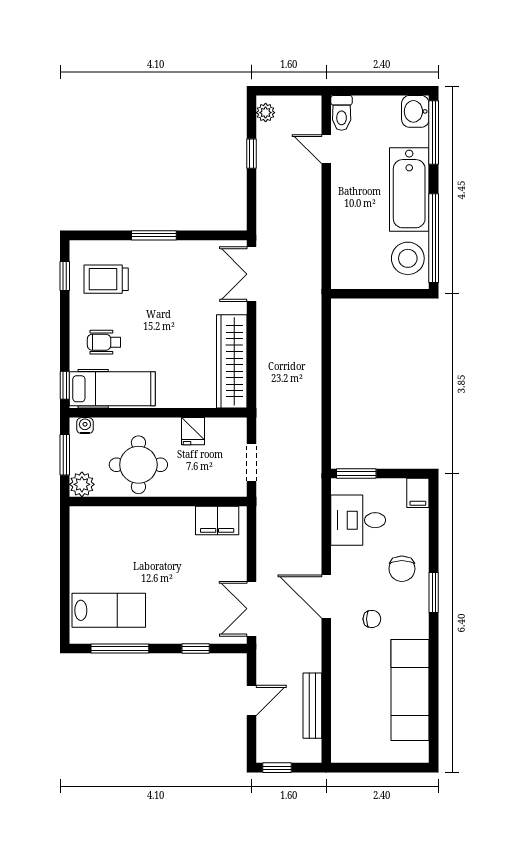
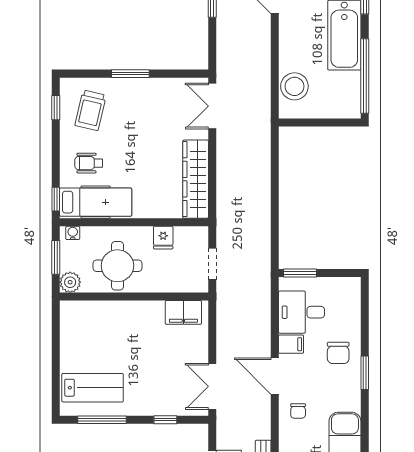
stool: (408, 258) -> (294, 86), moved
trolley: (106, 279) -> (90, 110), turned -77
filing cabinet: (418, 493) -> (291, 344), moved, turned -90
chair: (372, 619) -> (298, 411), moved, turned 90

